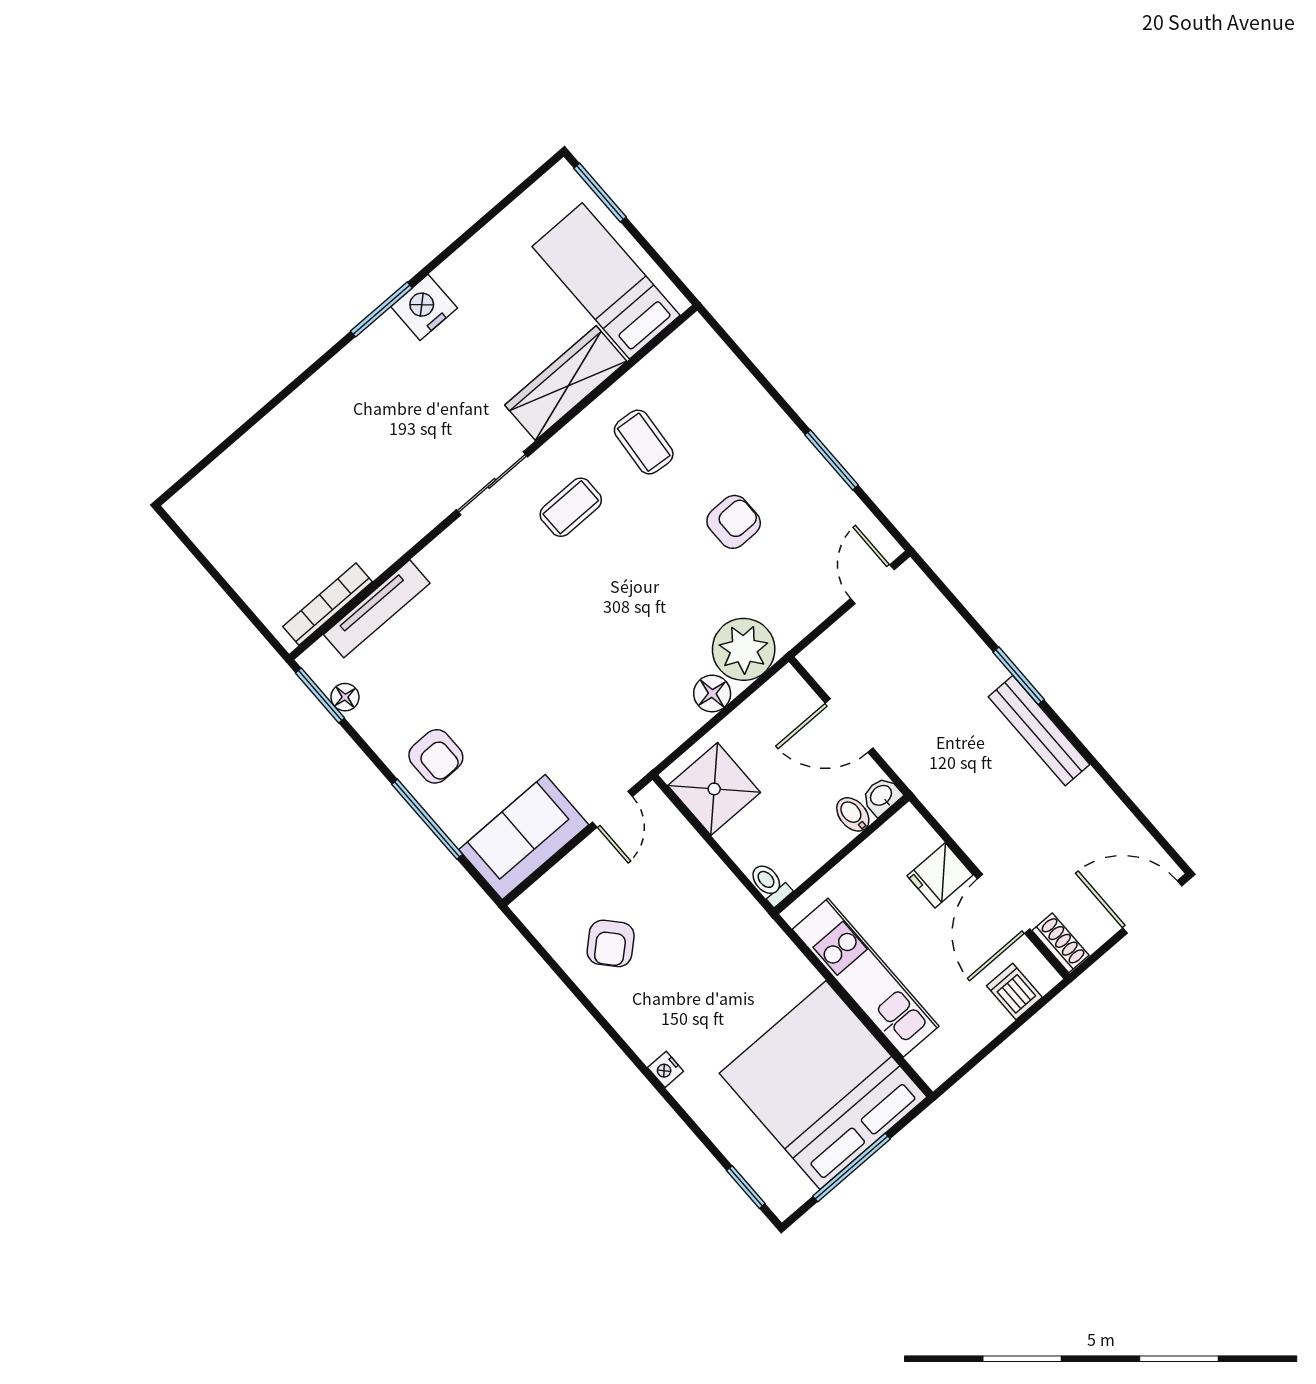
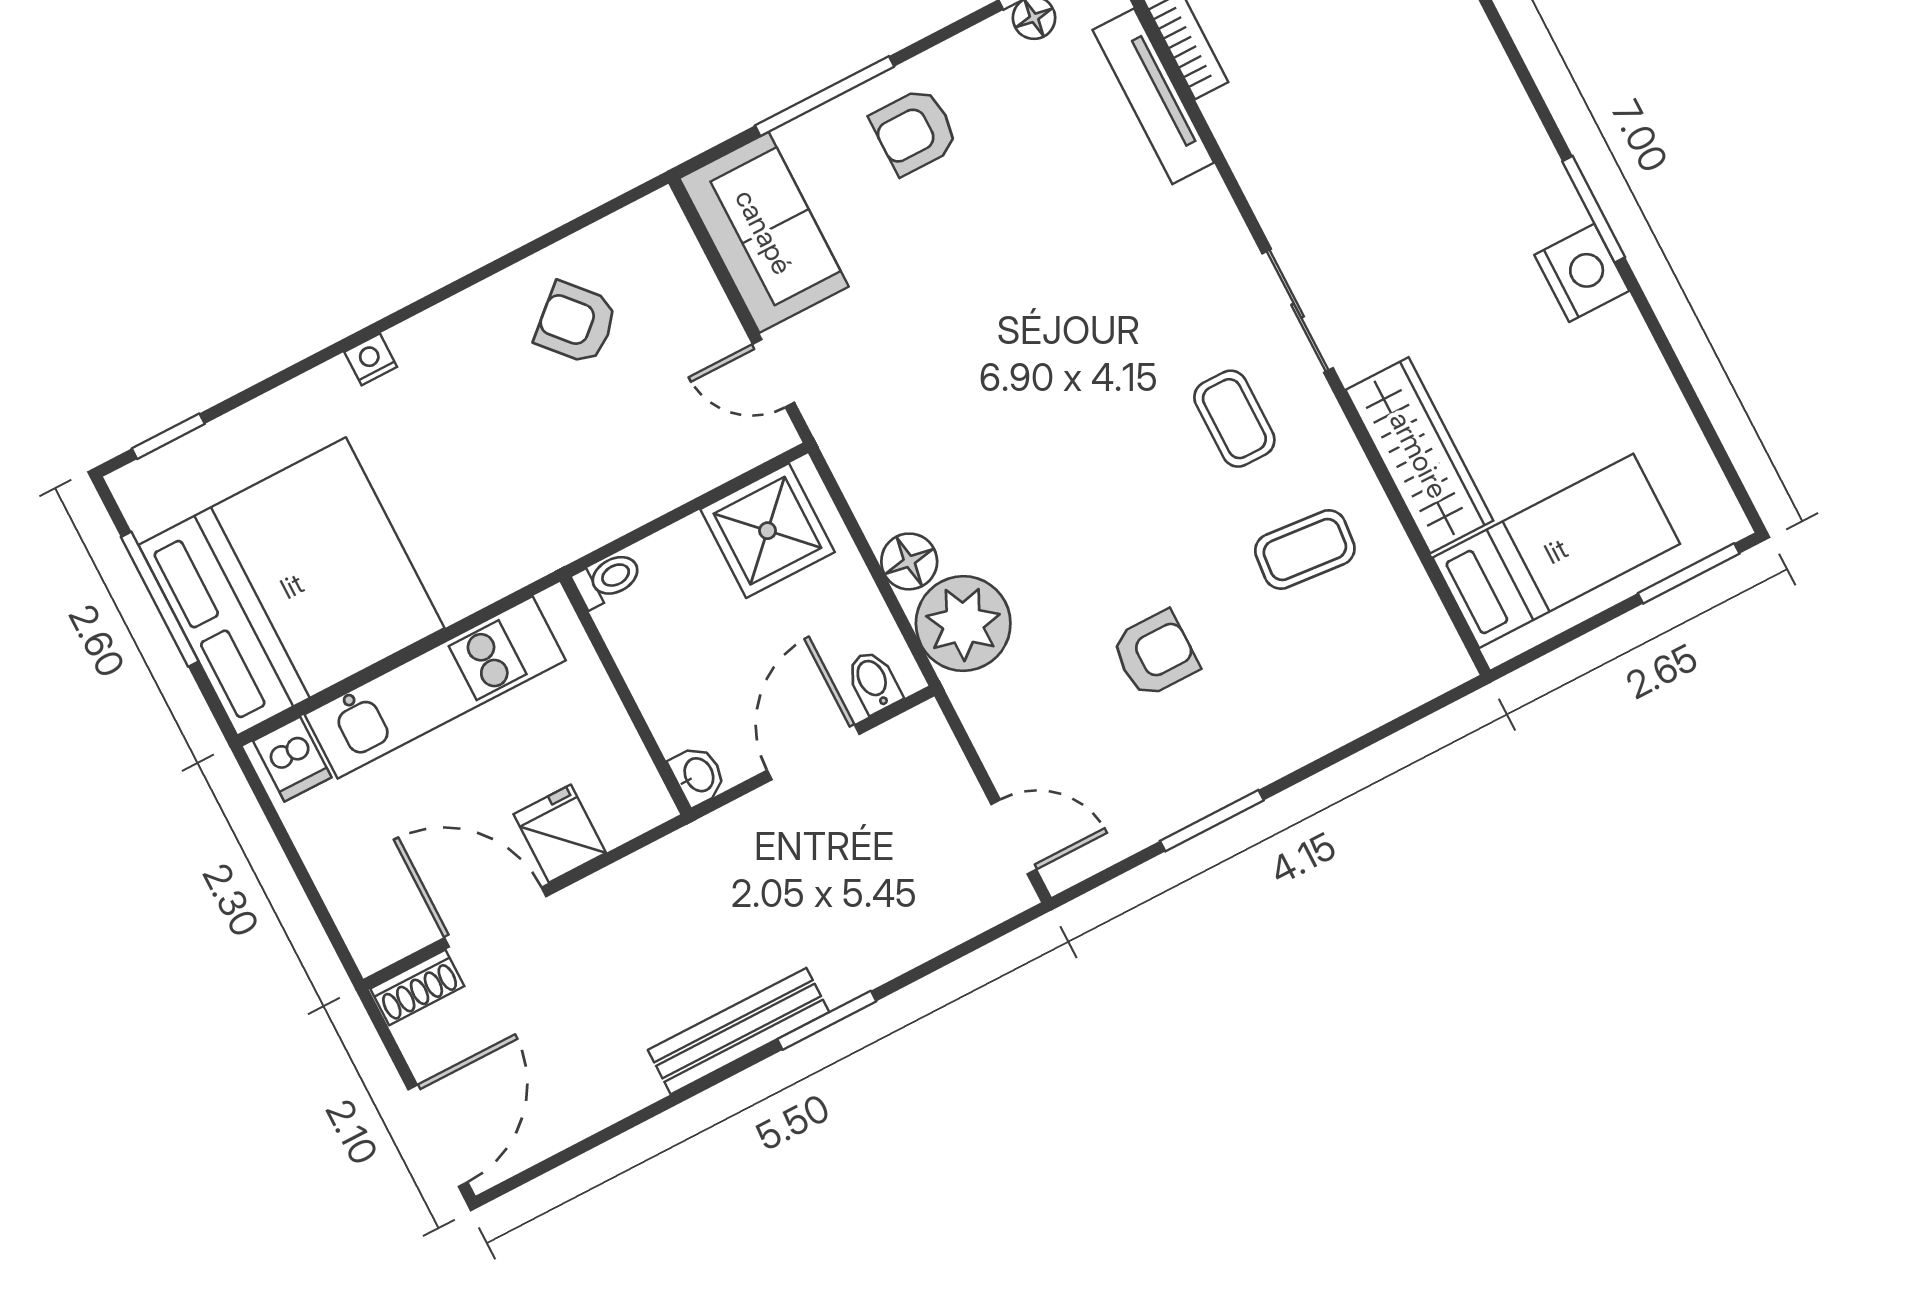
armchair: (734, 522) -> (1155, 654), turned -90
bidet: (853, 814) -> (874, 682), moved, turned -90
dishwasher: (1014, 991) -> (292, 759), moved, turned 90

